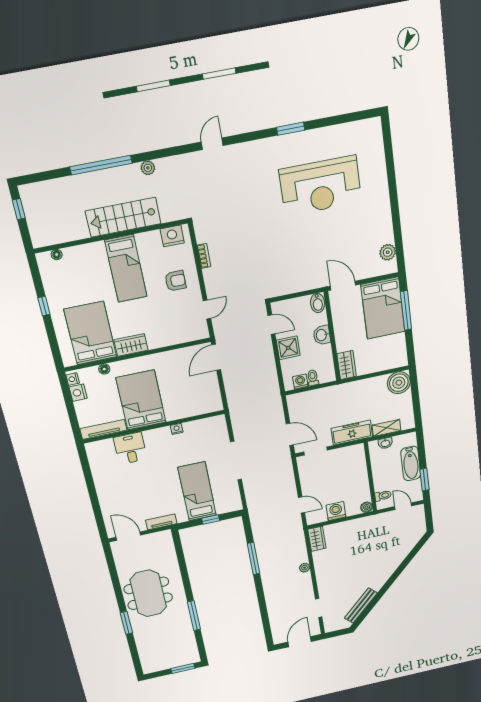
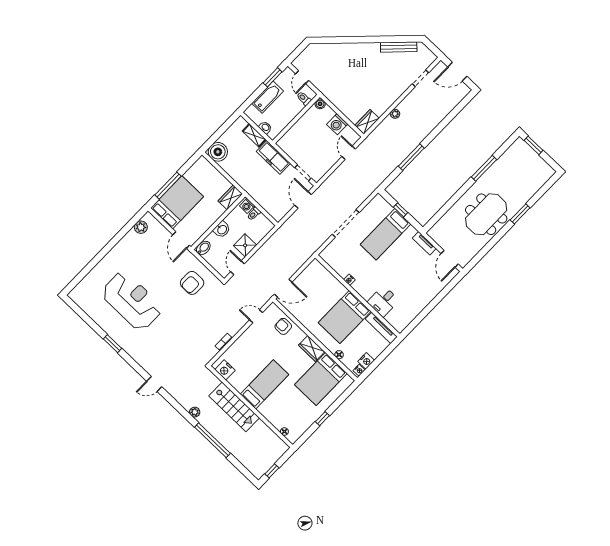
armchair: (291, 266) -> (192, 283), added
armchair: (175, 281) -> (283, 326), moved
washing machine: (300, 382) -> (247, 206), moved

